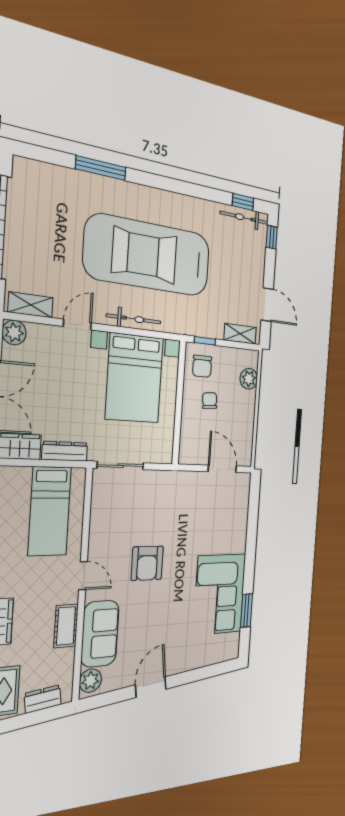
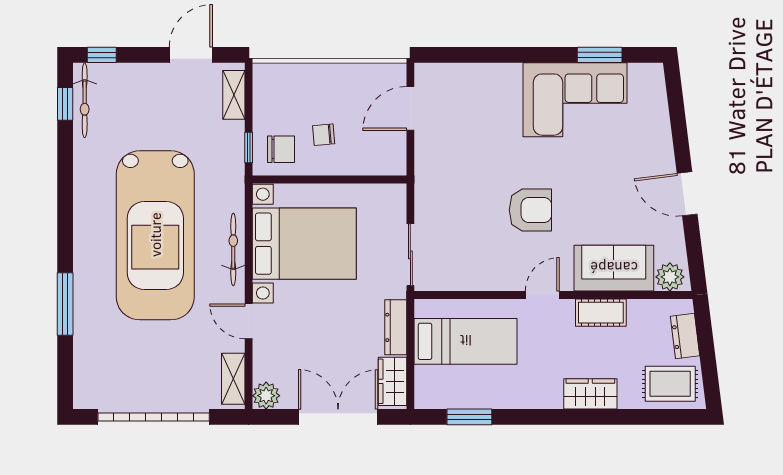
plant: (249, 379) -> (291, 76), removed

